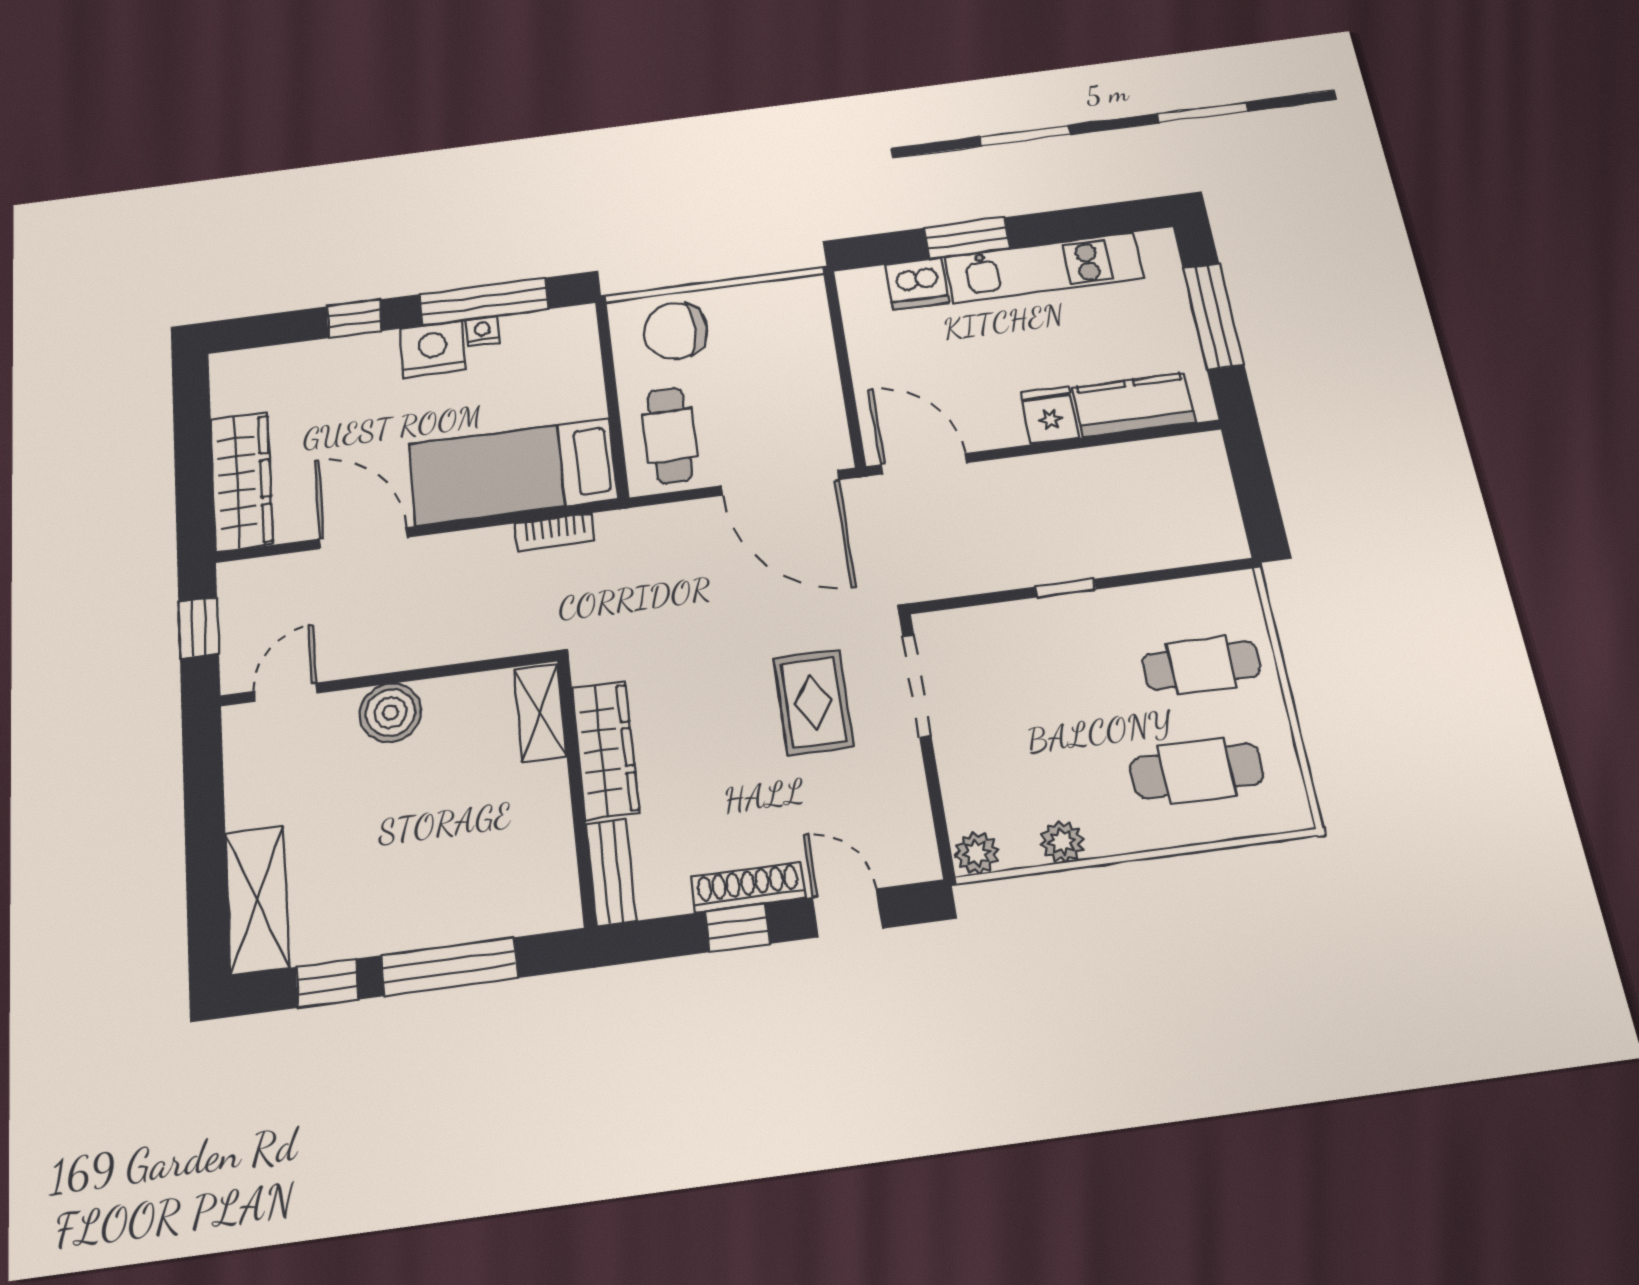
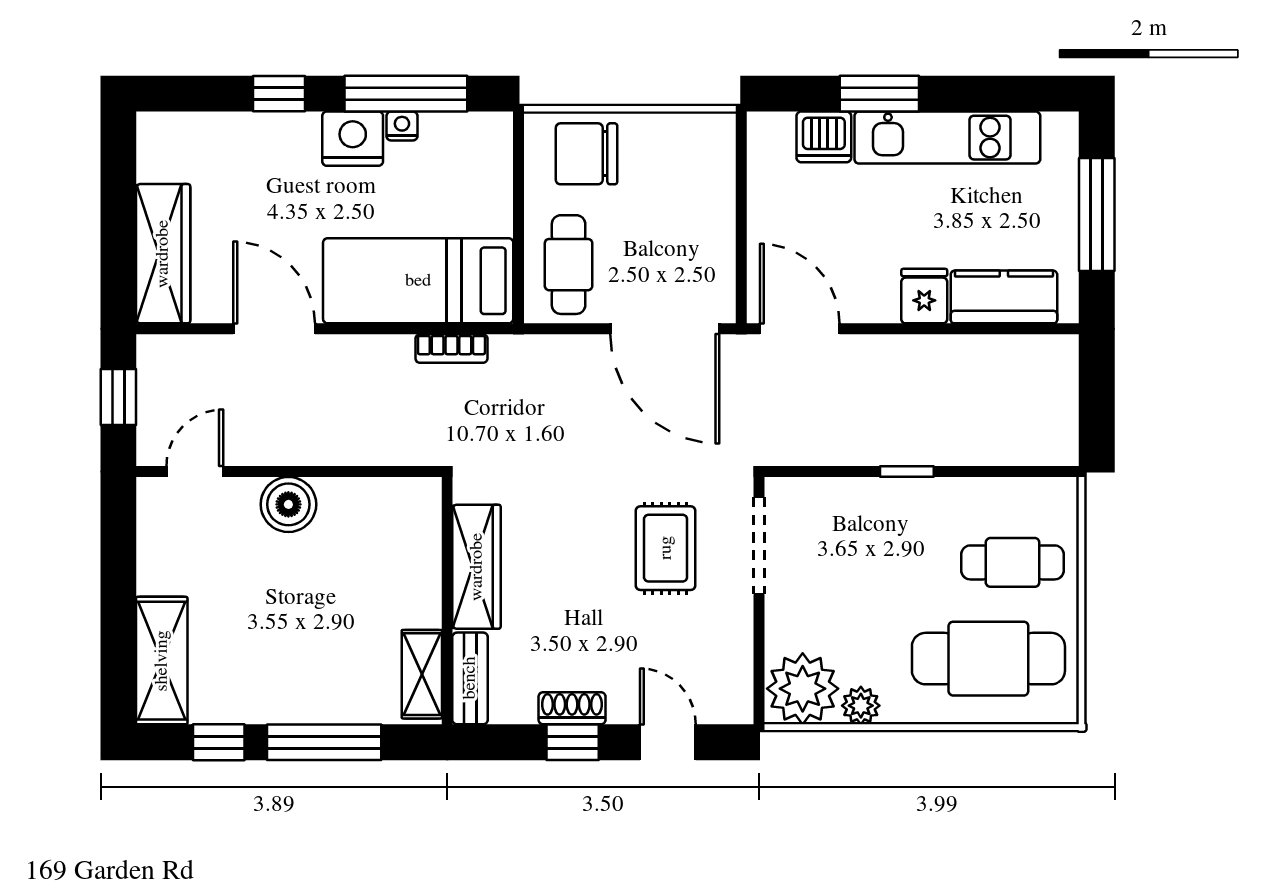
shelving: (540, 713) -> (422, 674), moved
cafe table: (1197, 771) -> (988, 659), width x1.37, depth x1.35
plant: (976, 853) -> (803, 689), width x1.88, depth x1.88
shoe rack: (748, 887) -> (572, 708), width x0.70

